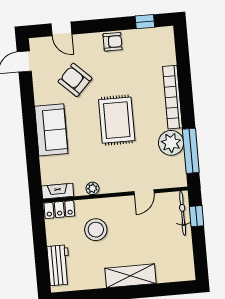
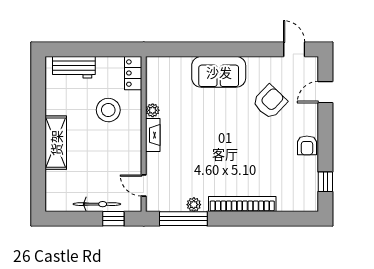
rug: (117, 120) -> (223, 142), removed
plant: (171, 143) -> (194, 205), width x0.53, depth x0.53
fireplace: (58, 191) -> (153, 135), moved
door: (144, 192) -> (144, 185), moved
bicycle: (183, 213) -> (97, 204), moved

